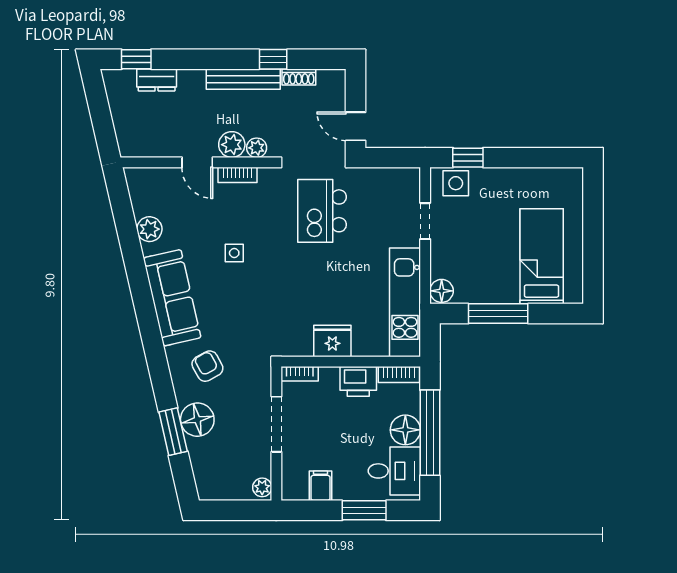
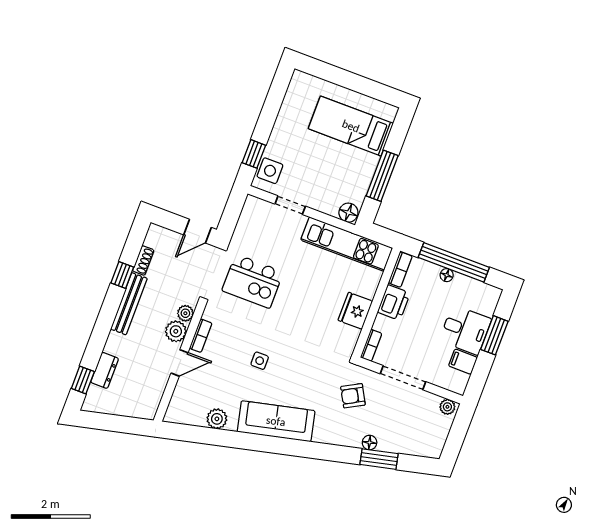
armchair: (207, 366) -> (353, 396), moved
floor lamp: (197, 420) -> (370, 443), width x0.53, depth x0.53
floor lamp: (405, 430) -> (447, 275), width x0.53, depth x0.53
desk: (394, 471) -> (465, 330), moved, turned 90

